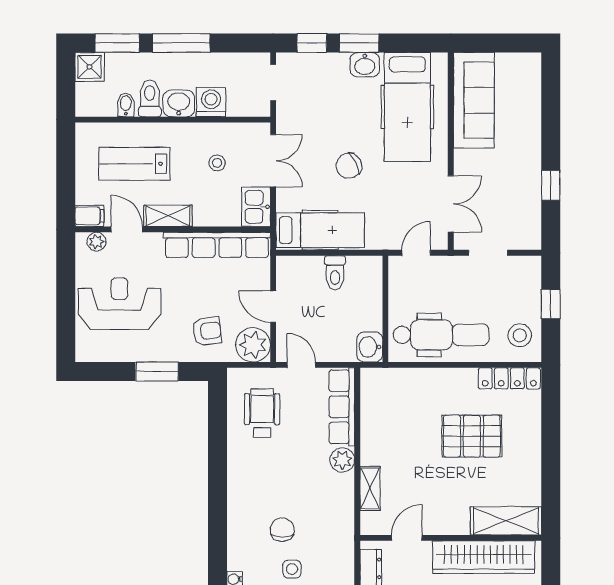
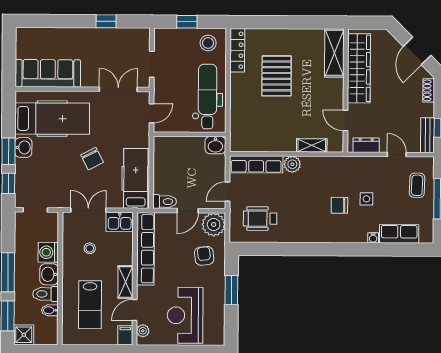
door: (416, 253) -> (152, 113), swing flipped
toilet: (335, 273) -> (165, 202), moved

